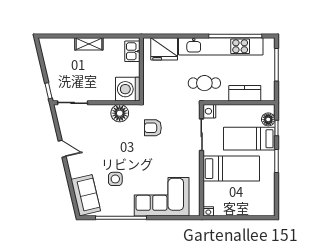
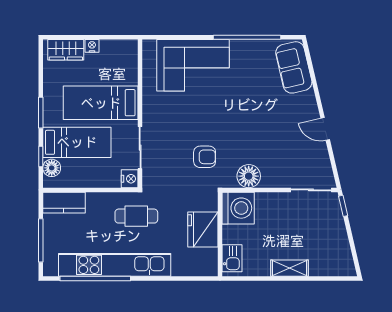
fridge: (164, 49) -> (203, 229), moved, turned -90
kitchen counter: (245, 93) -> (64, 203), moved
side table: (115, 179) -> (255, 89), removed
wardrobe: (258, 208) -> (66, 50), added
nightstand: (208, 211) -> (92, 46), moved

